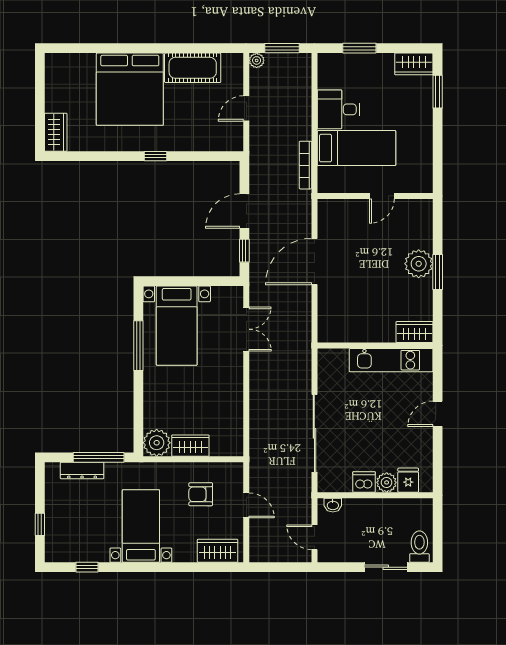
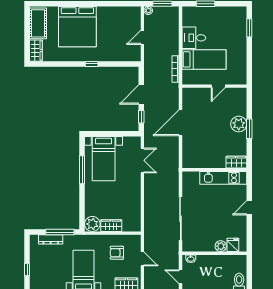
wardrobe: (414, 64) -> (236, 12), removed
cot: (193, 68) -> (38, 23), moved, turned 90
dishwasher: (364, 482) -> (208, 246), removed

